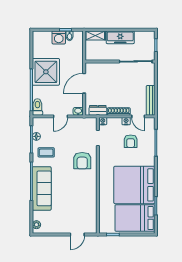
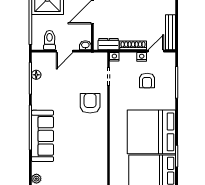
toilet: (37, 107) -> (50, 40), moved
door: (138, 116) -> (156, 51), swing flipped
coffee table: (46, 152) -> (48, 94), removed
armchair: (82, 161) -> (90, 103), turned 180

